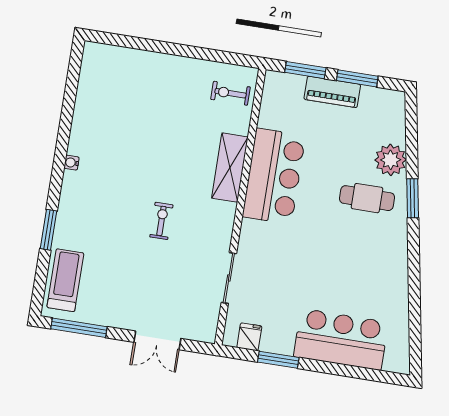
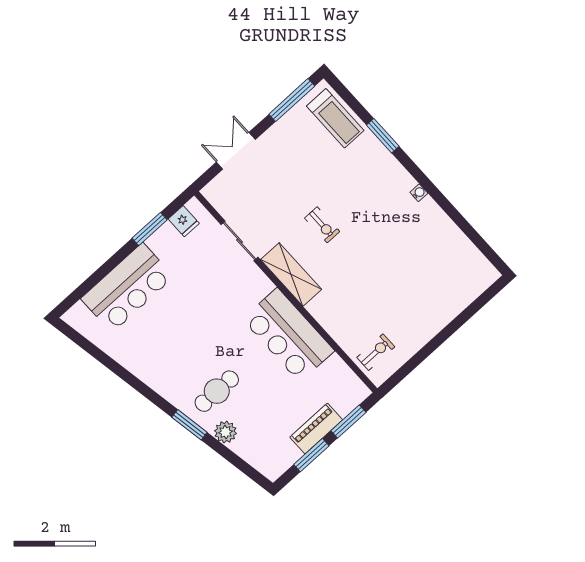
plant: (391, 160) -> (225, 432), width x0.73, depth x0.73
shelving: (230, 168) -> (291, 274), moved

